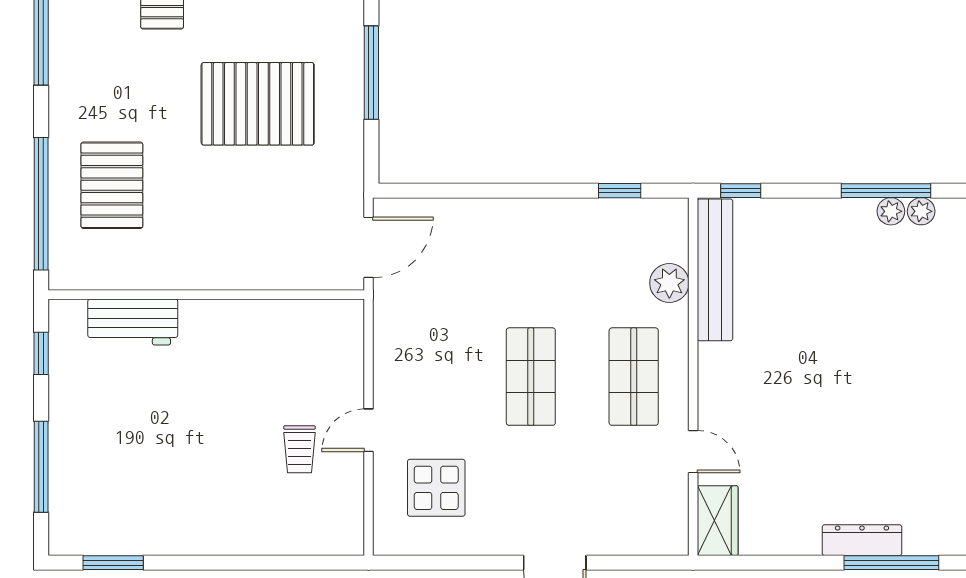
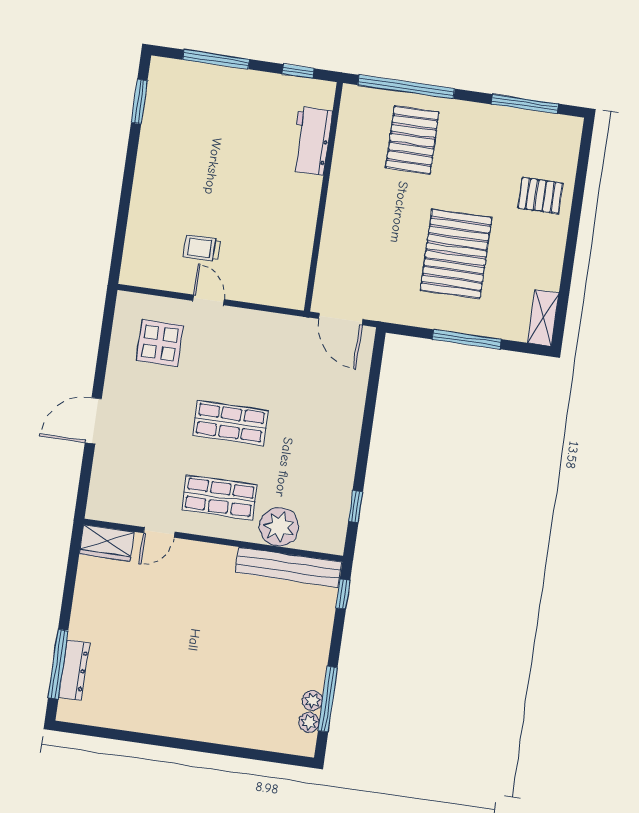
pallet: (112, 185) -> (412, 140), turned 90
plant: (669, 283) -> (279, 527), width x1.36, depth x1.36
dresser: (862, 540) -> (74, 670), moved

